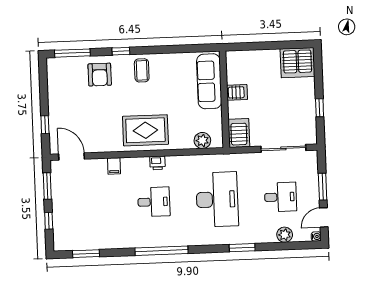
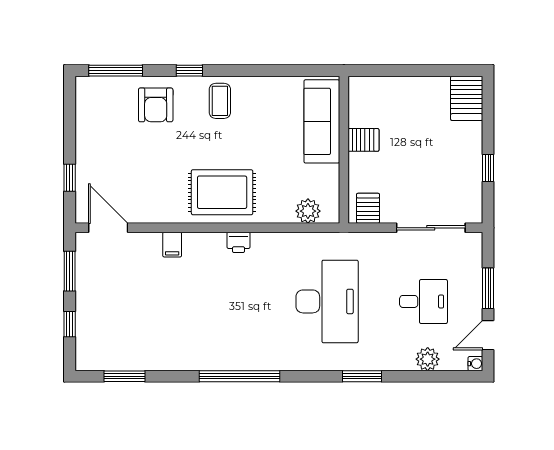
server rack: (297, 63) -> (467, 98), width x0.62
server rack: (239, 133) -> (368, 208), width x0.73, depth x0.70
desk: (154, 202) -> (231, 301), removed

